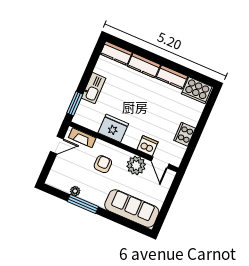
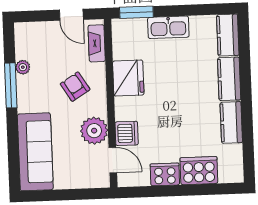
cooker: (197, 90) -> (199, 171), moved, turned 90
door: (160, 163) -> (113, 160), swing flipped
armchair: (103, 164) -> (75, 87), turned -122

